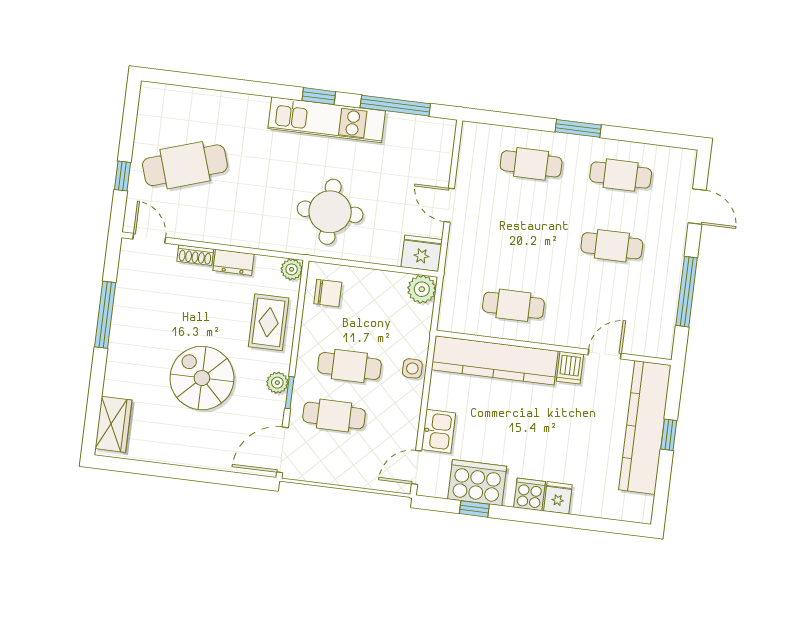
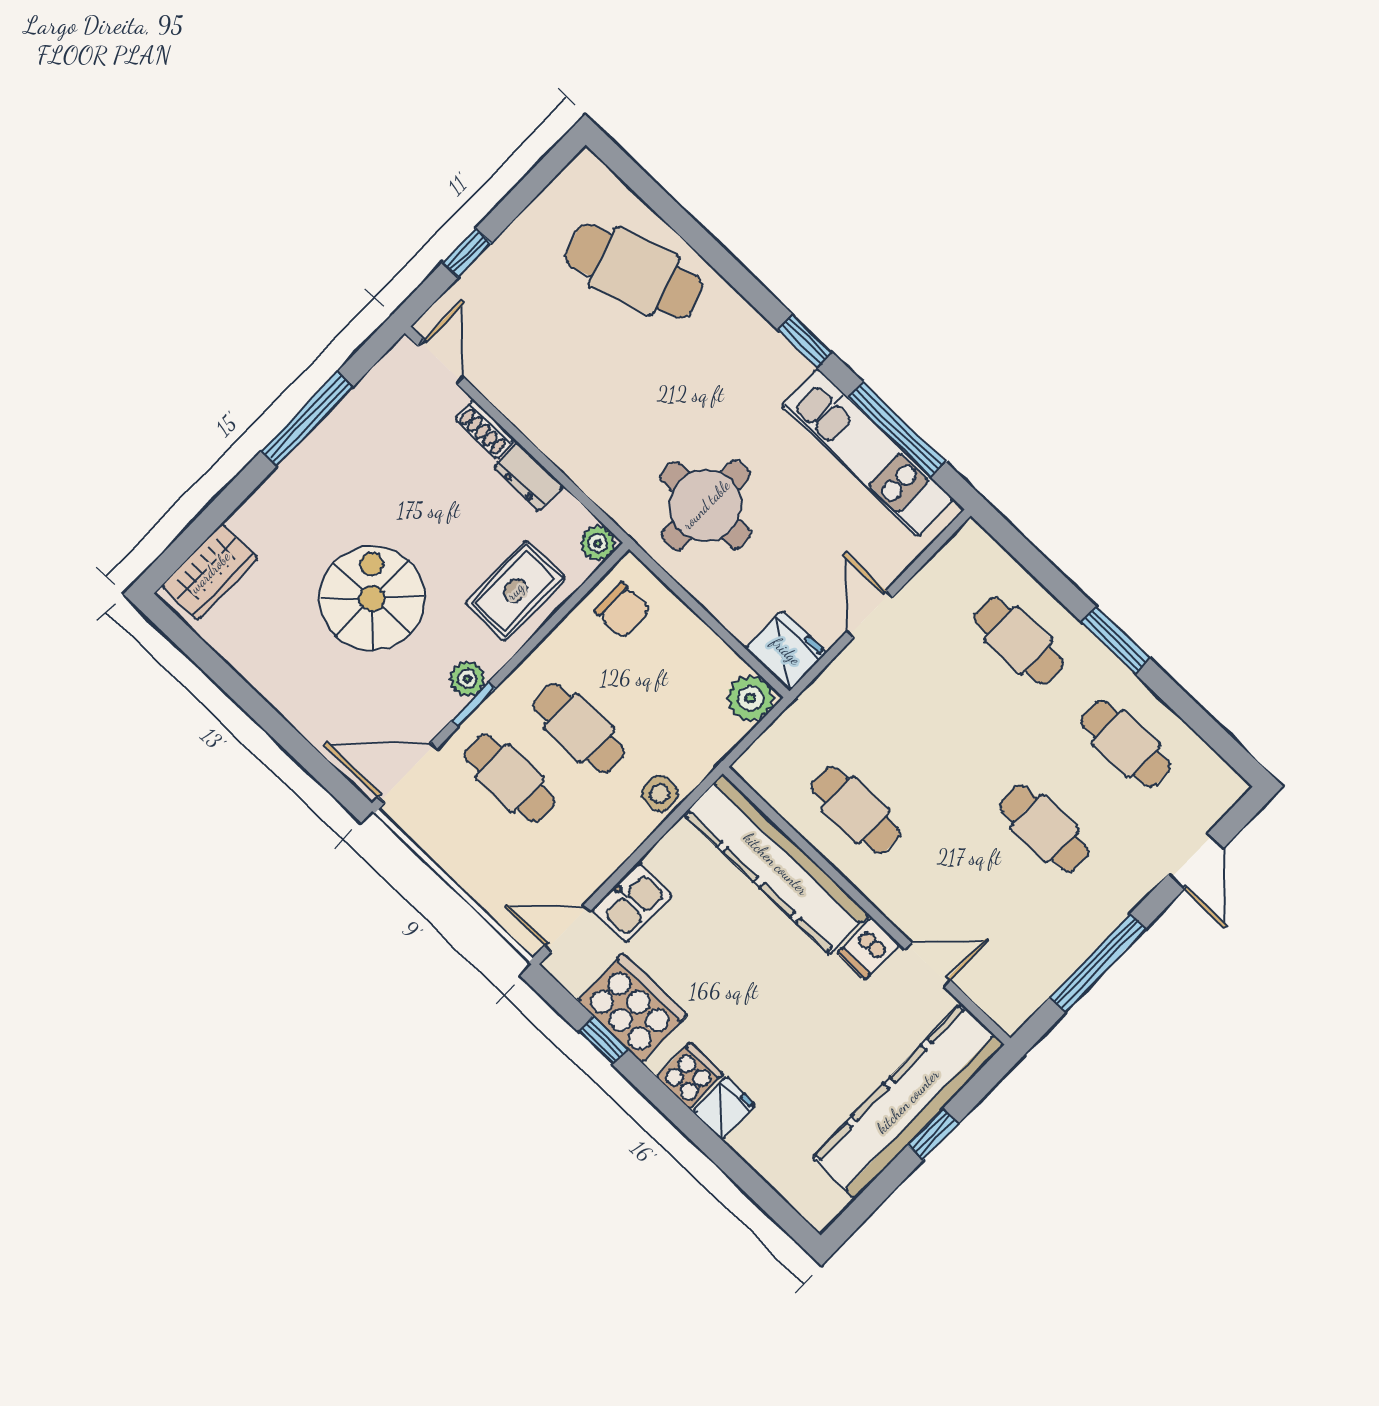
kitchen unit: (327, 120) -> (867, 453), moved
cafe table: (185, 165) -> (634, 271), moved

